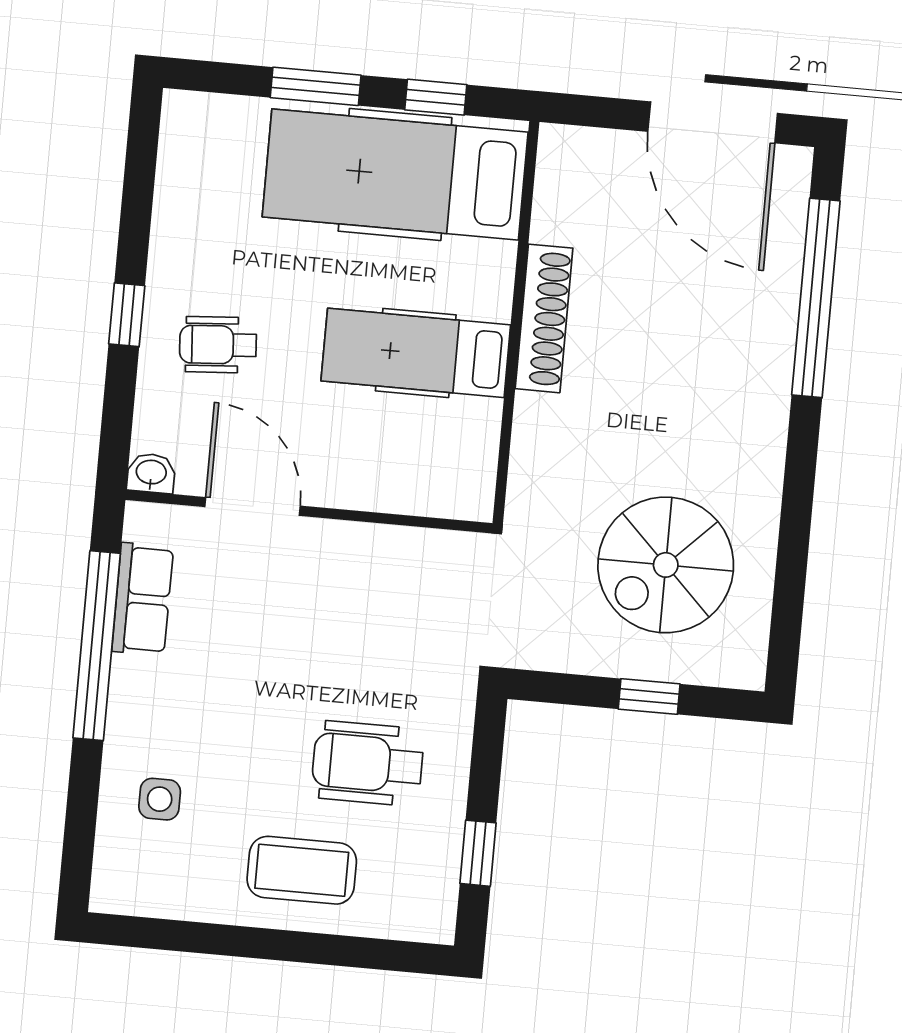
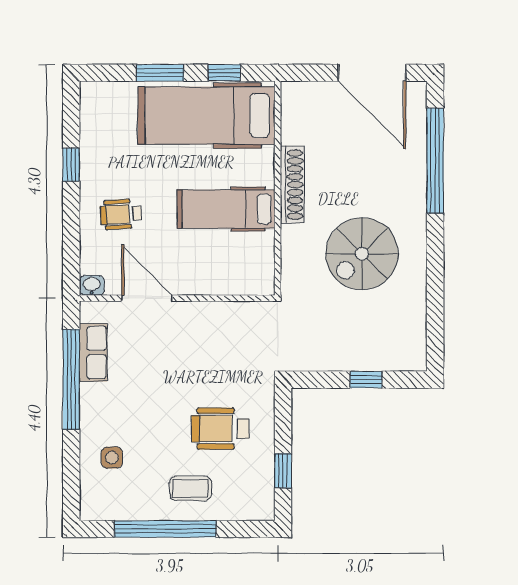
window: (127, 315) -> (71, 165), moved
spiral stairs: (666, 565) -> (362, 254), moved
coffee table: (302, 870) -> (191, 488), width x0.73, depth x0.77
window: (247, 942) -> (165, 529), added

